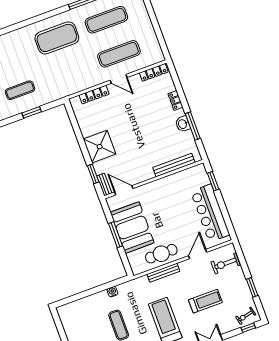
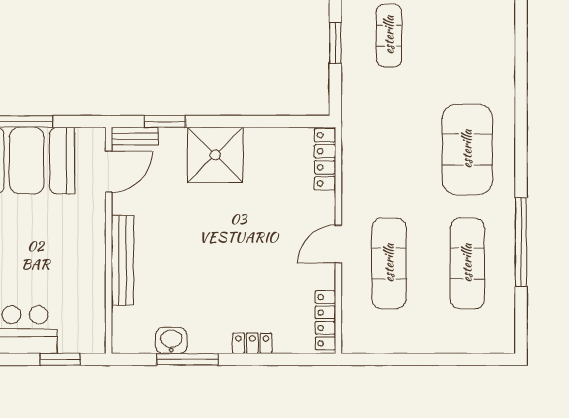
locker: (94, 95) -> (325, 159), moved
washbasin: (183, 124) -> (171, 341), moved
bench: (174, 165) -> (122, 260), moved

